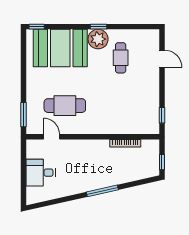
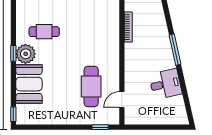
booth: (60, 48) -> (29, 84), width x0.73, depth x0.70
window: (24, 115) -> (100, 127), width x0.67
desk: (41, 173) -> (165, 84), moved, turned -103

